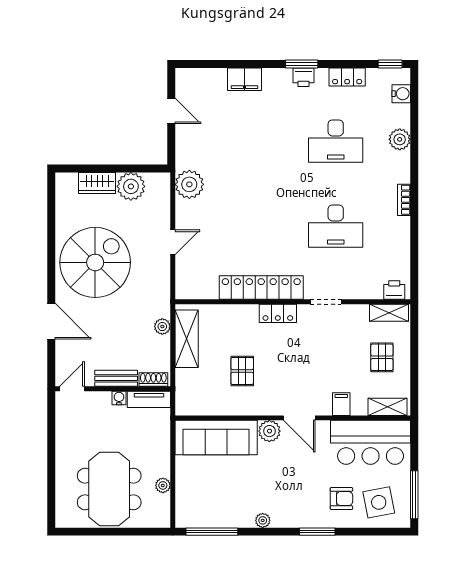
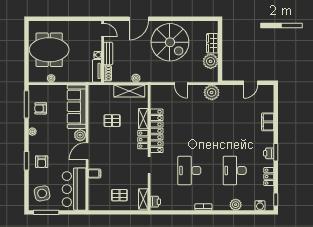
shelving: (388, 407) -> (143, 119), moved
armchair: (341, 499) -> (42, 162), moved
armchair: (219, 505) -> (41, 108), added

